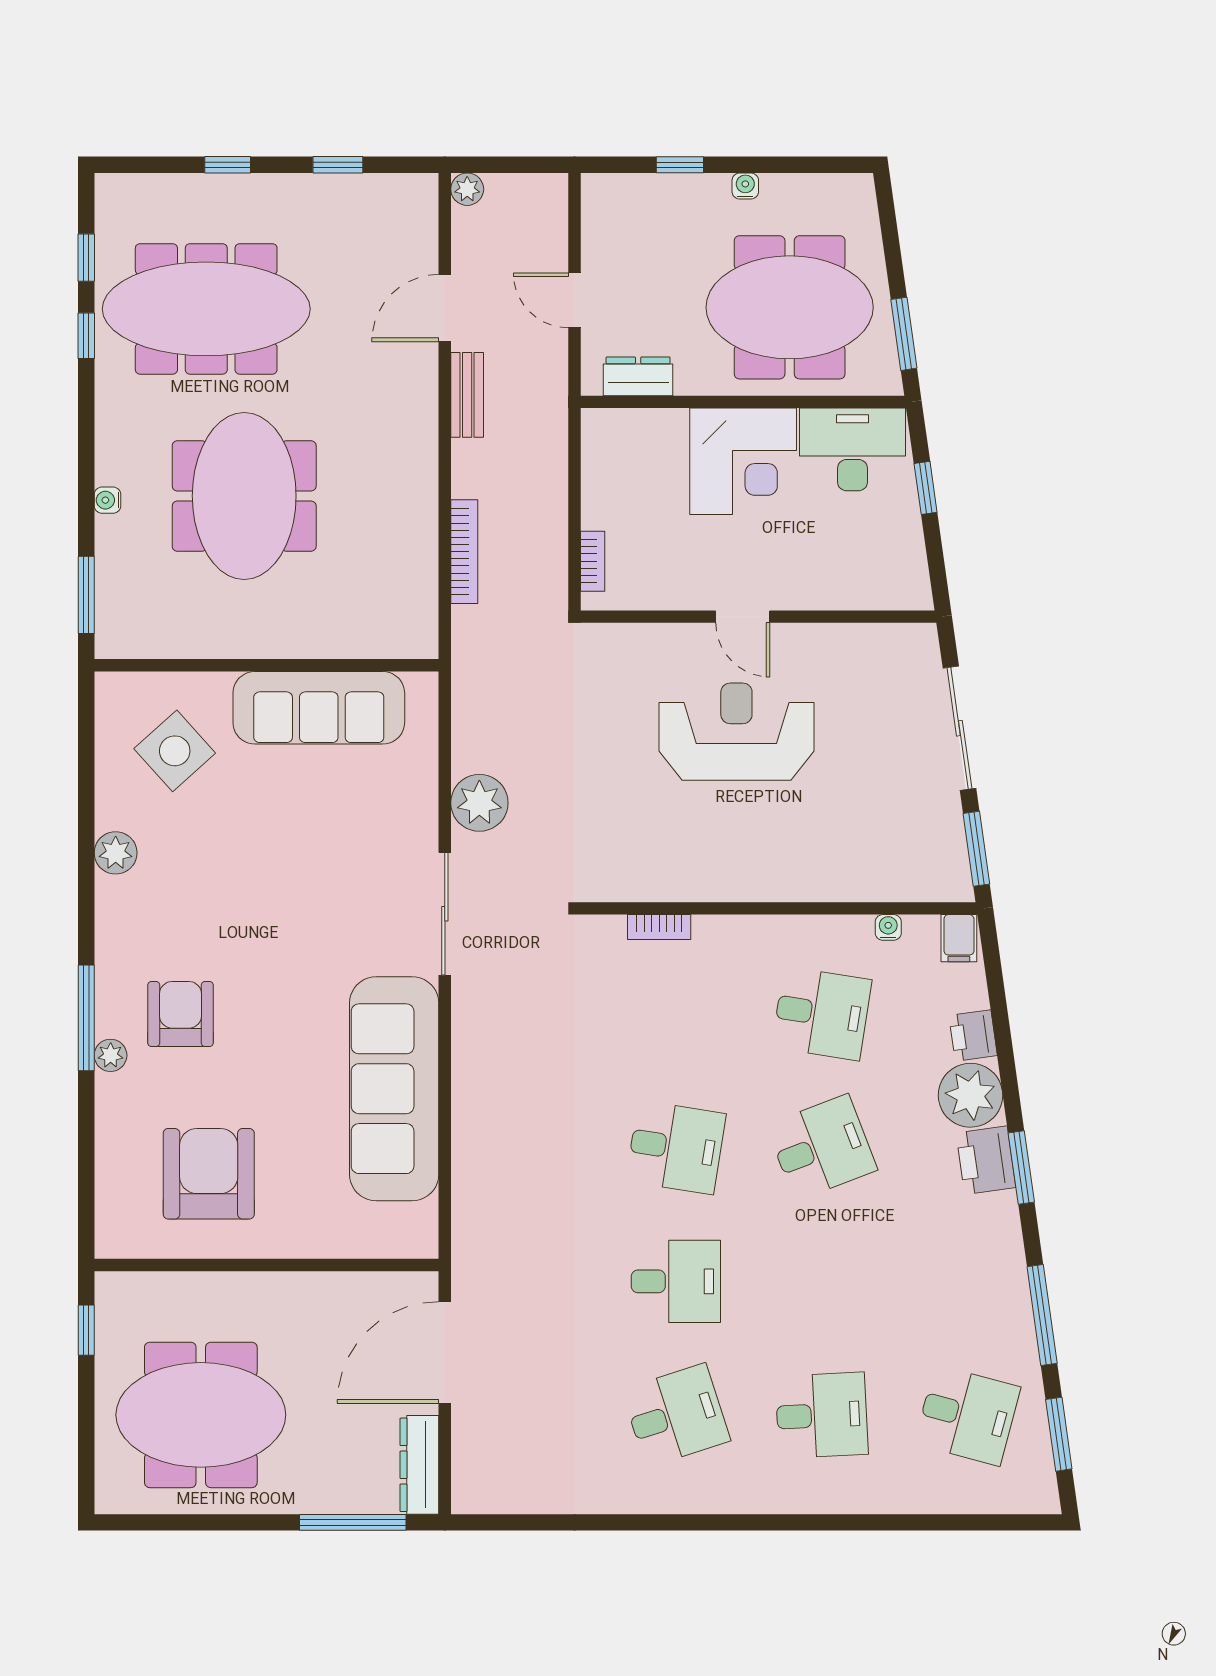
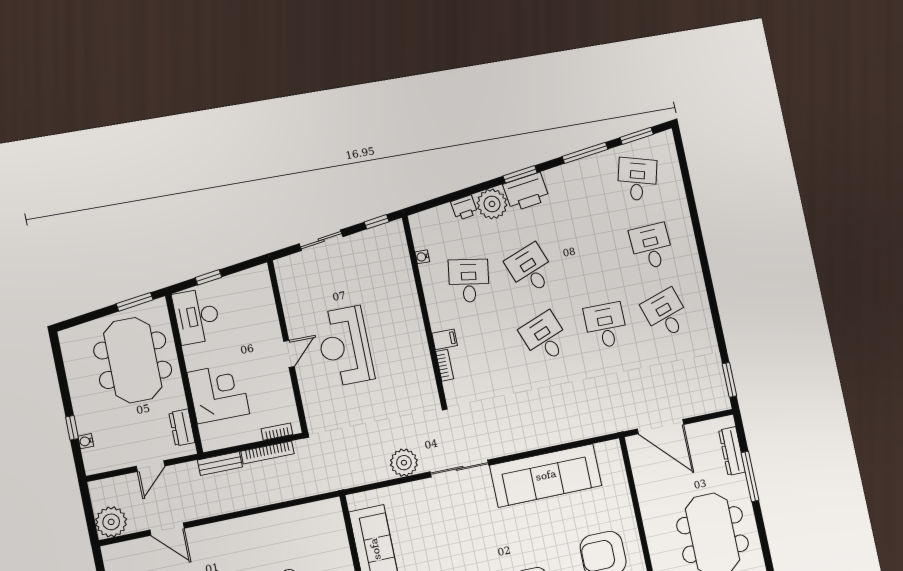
water cooler: (745, 186) -> (86, 441), moved
plant: (467, 189) -> (111, 522), width x1.88, depth x1.88
bench: (467, 395) -> (220, 464), moved
corner desk: (743, 461) -> (218, 393), moved
bookcase: (464, 552) -> (267, 452), moved, turned 180
sliding door: (959, 728) -> (321, 240), width x0.73
window: (976, 849) -> (377, 222), width x0.67
filing cabinet: (959, 938) -> (445, 339), moved
desk: (676, 1147) -> (545, 337), turned -30
printer: (986, 1160) -> (526, 192), width x1.37, depth x1.19
dresser: (419, 1465) -> (732, 451), moved, turned 90
window: (353, 1522) -> (750, 477), moved
window: (512, 1522) -> (729, 380), added

